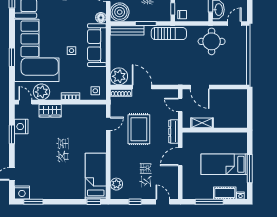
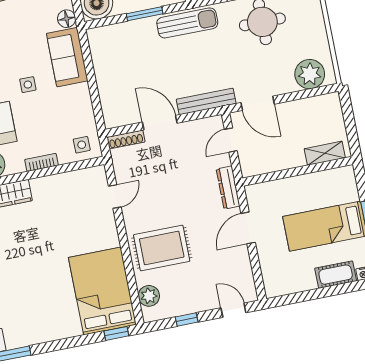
bench: (127, 30) -> (206, 101), moved
sofa: (97, 45) -> (67, 57), width x0.73
plant: (119, 76) -> (310, 74), moved
door: (180, 105) -> (231, 140), hinge flipped
shelving: (202, 123) -> (325, 153), moved
rug: (139, 129) -> (162, 248), moved, turned 90
bed: (96, 176) -> (102, 291), width x1.50
window: (209, 202) -> (312, 295), removed

